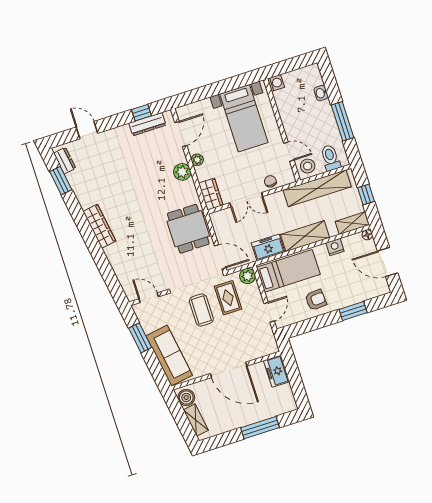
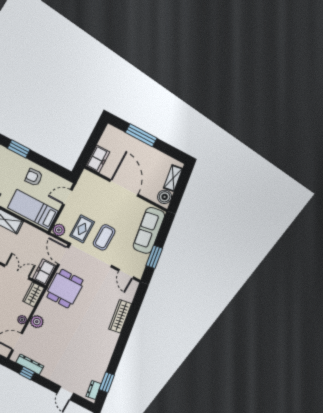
wardrobe: (99, 226) -> (120, 316), moved
freezer: (268, 248) -> (44, 272), moved, turned 90

